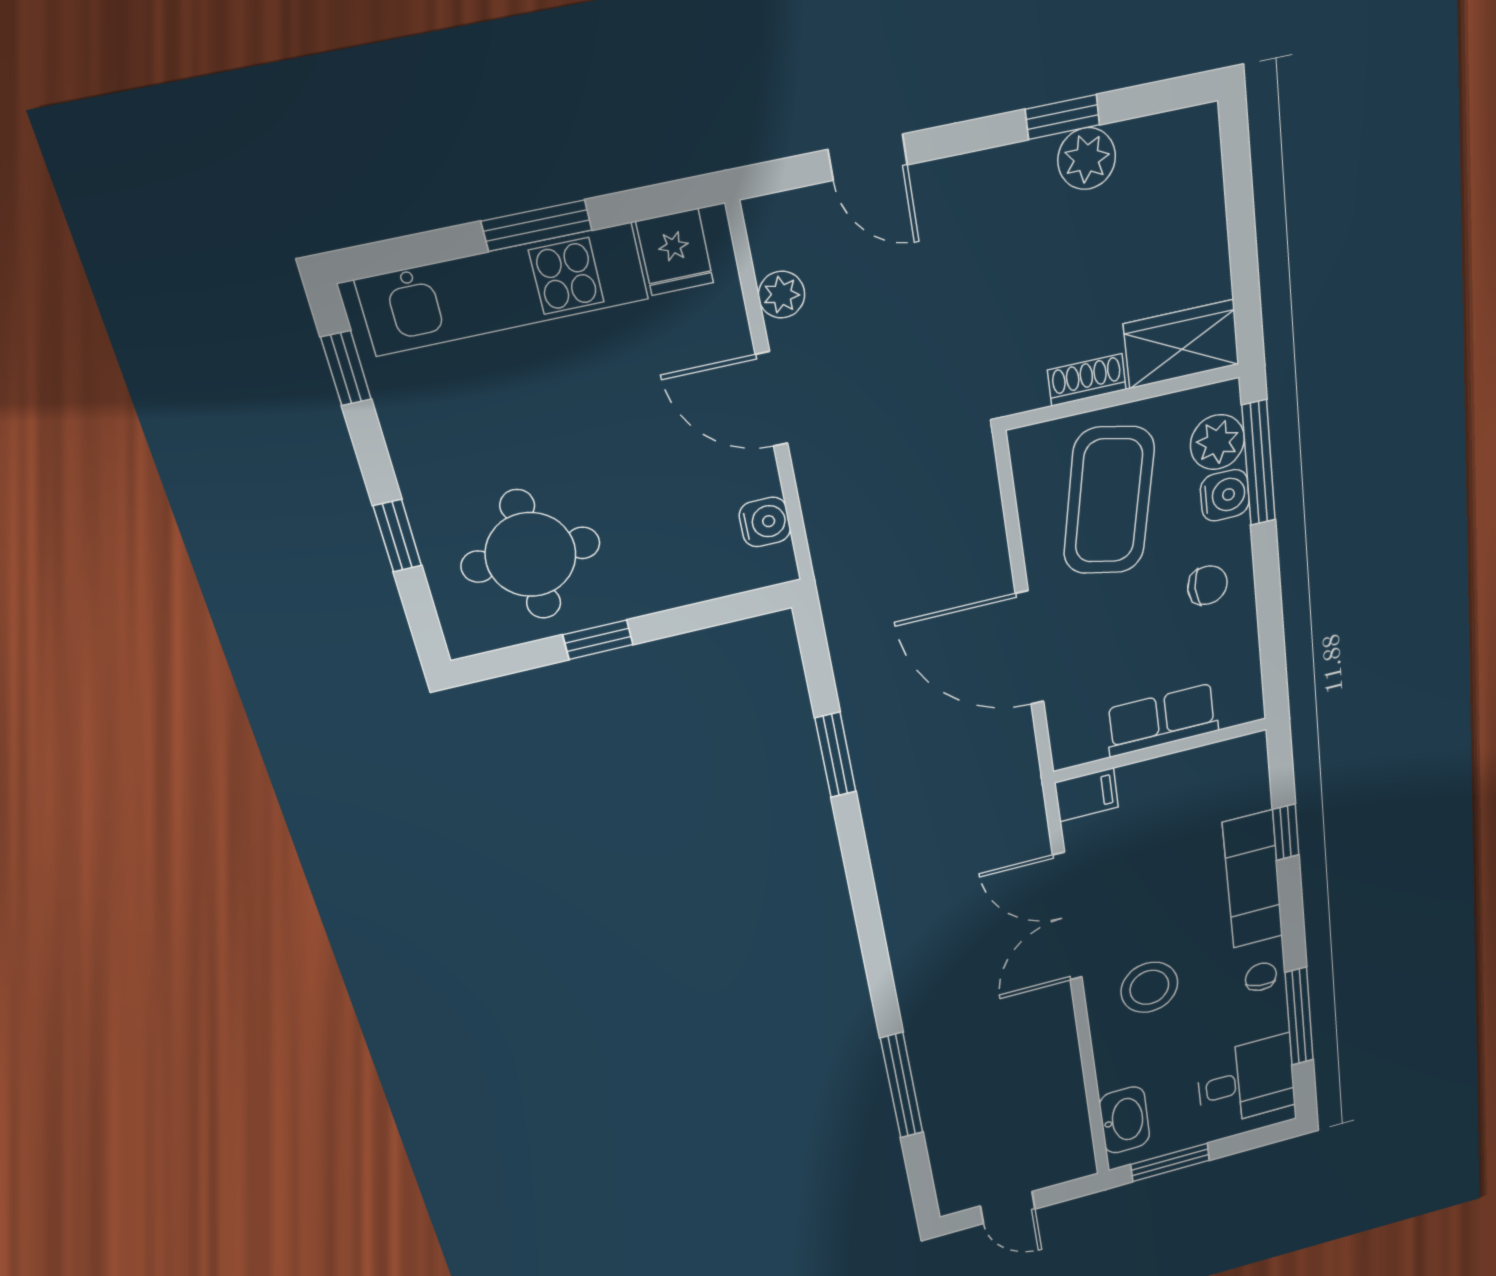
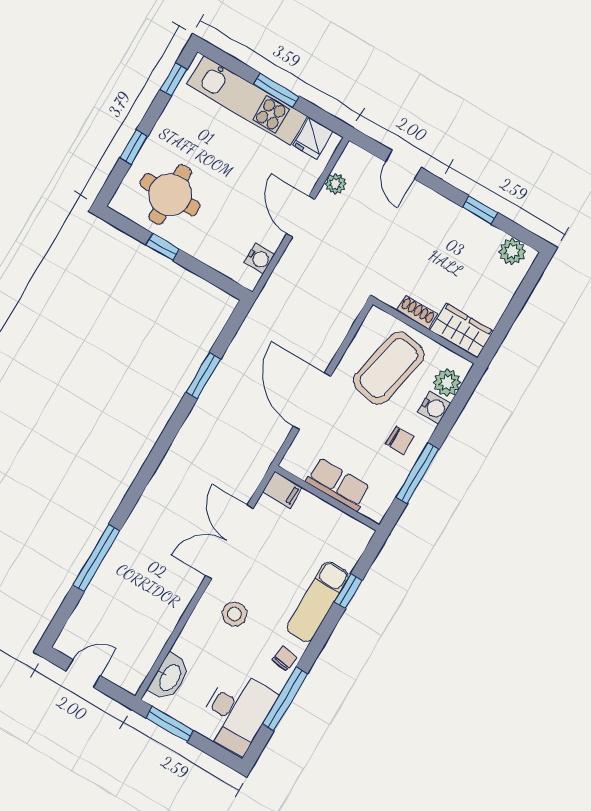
plant: (1087, 159) -> (512, 252), moved
window: (1259, 463) -> (417, 473), moved
stool: (1149, 987) -> (234, 614), width x0.73, depth x0.73
desk: (1246, 1081) -> (236, 712), width x1.37
door: (1008, 1208) -> (83, 673), swing flipped

